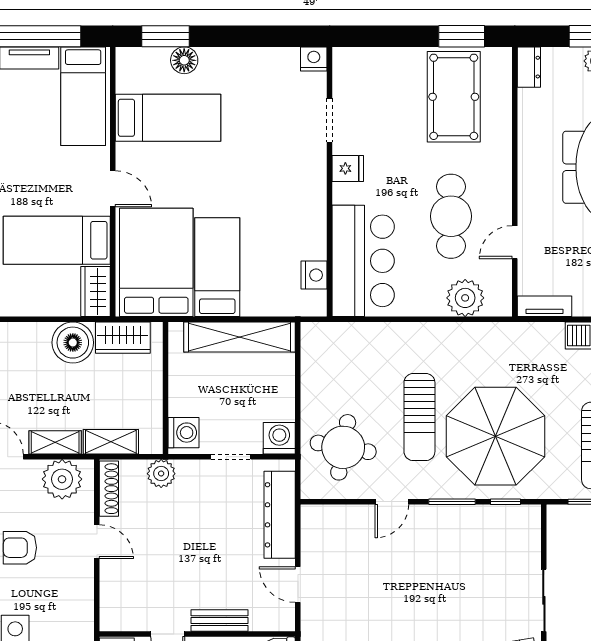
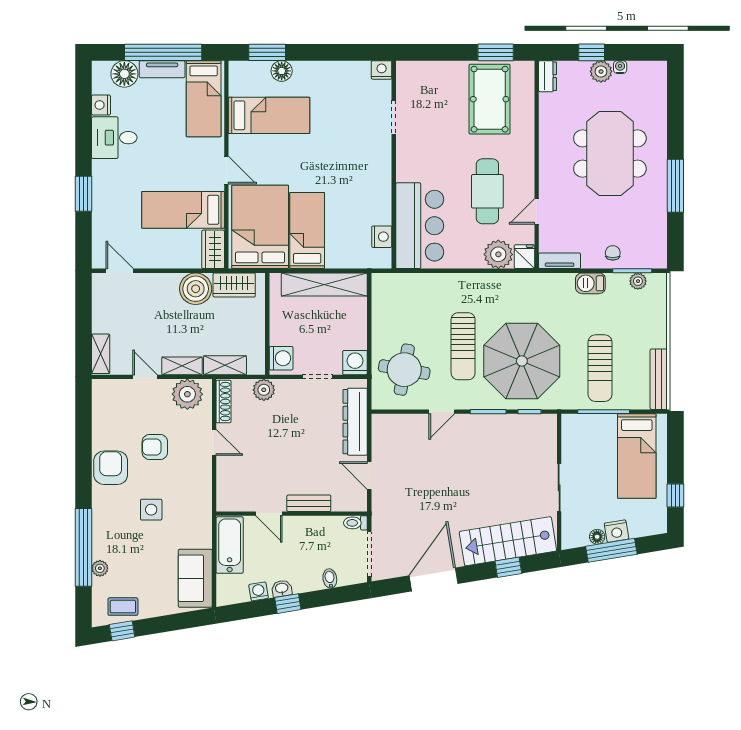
fridge: (348, 168) -> (524, 257), moved, turned -90

